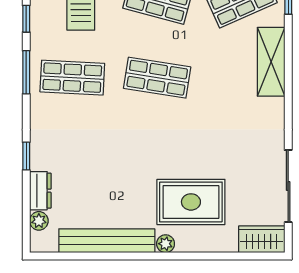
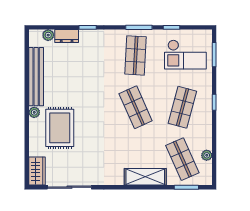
shop shelf: (157, 78) -> (136, 107), turned -33

